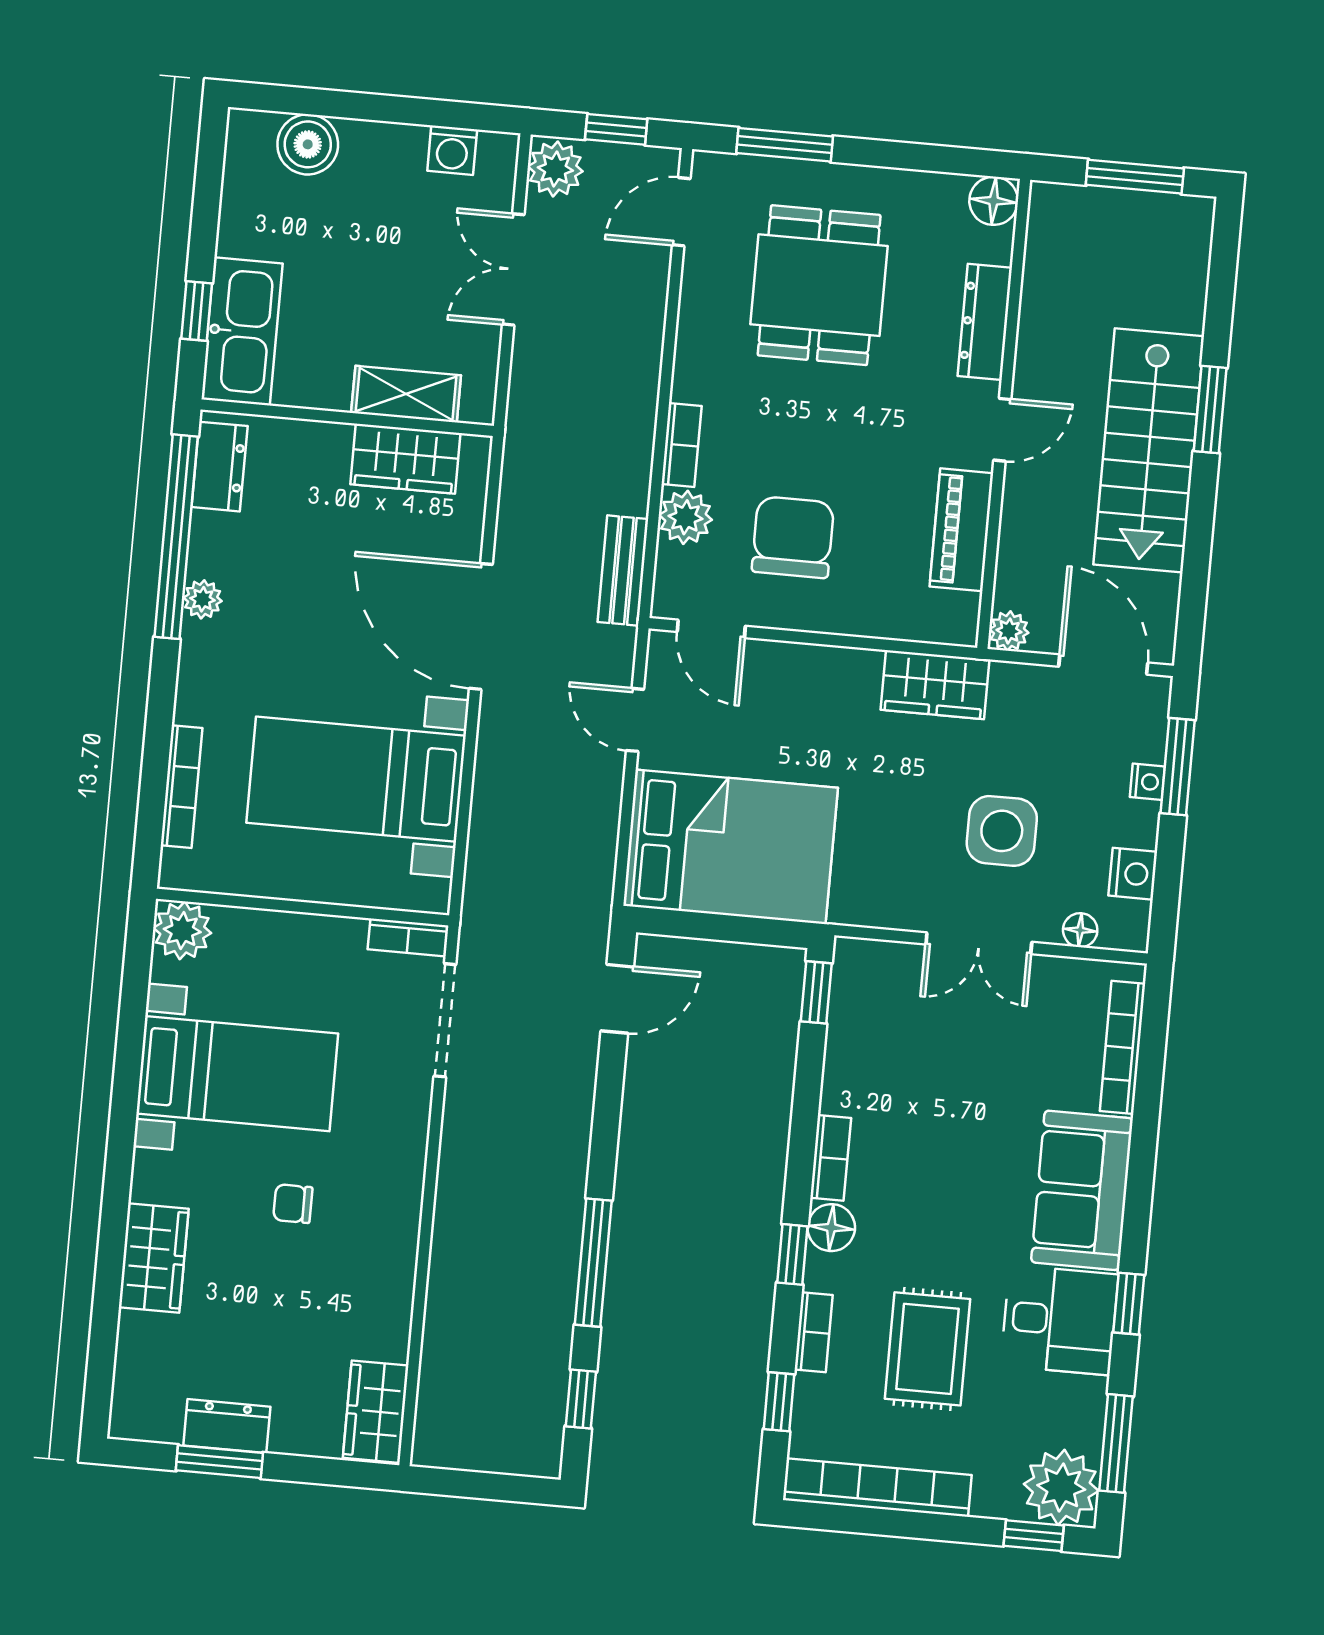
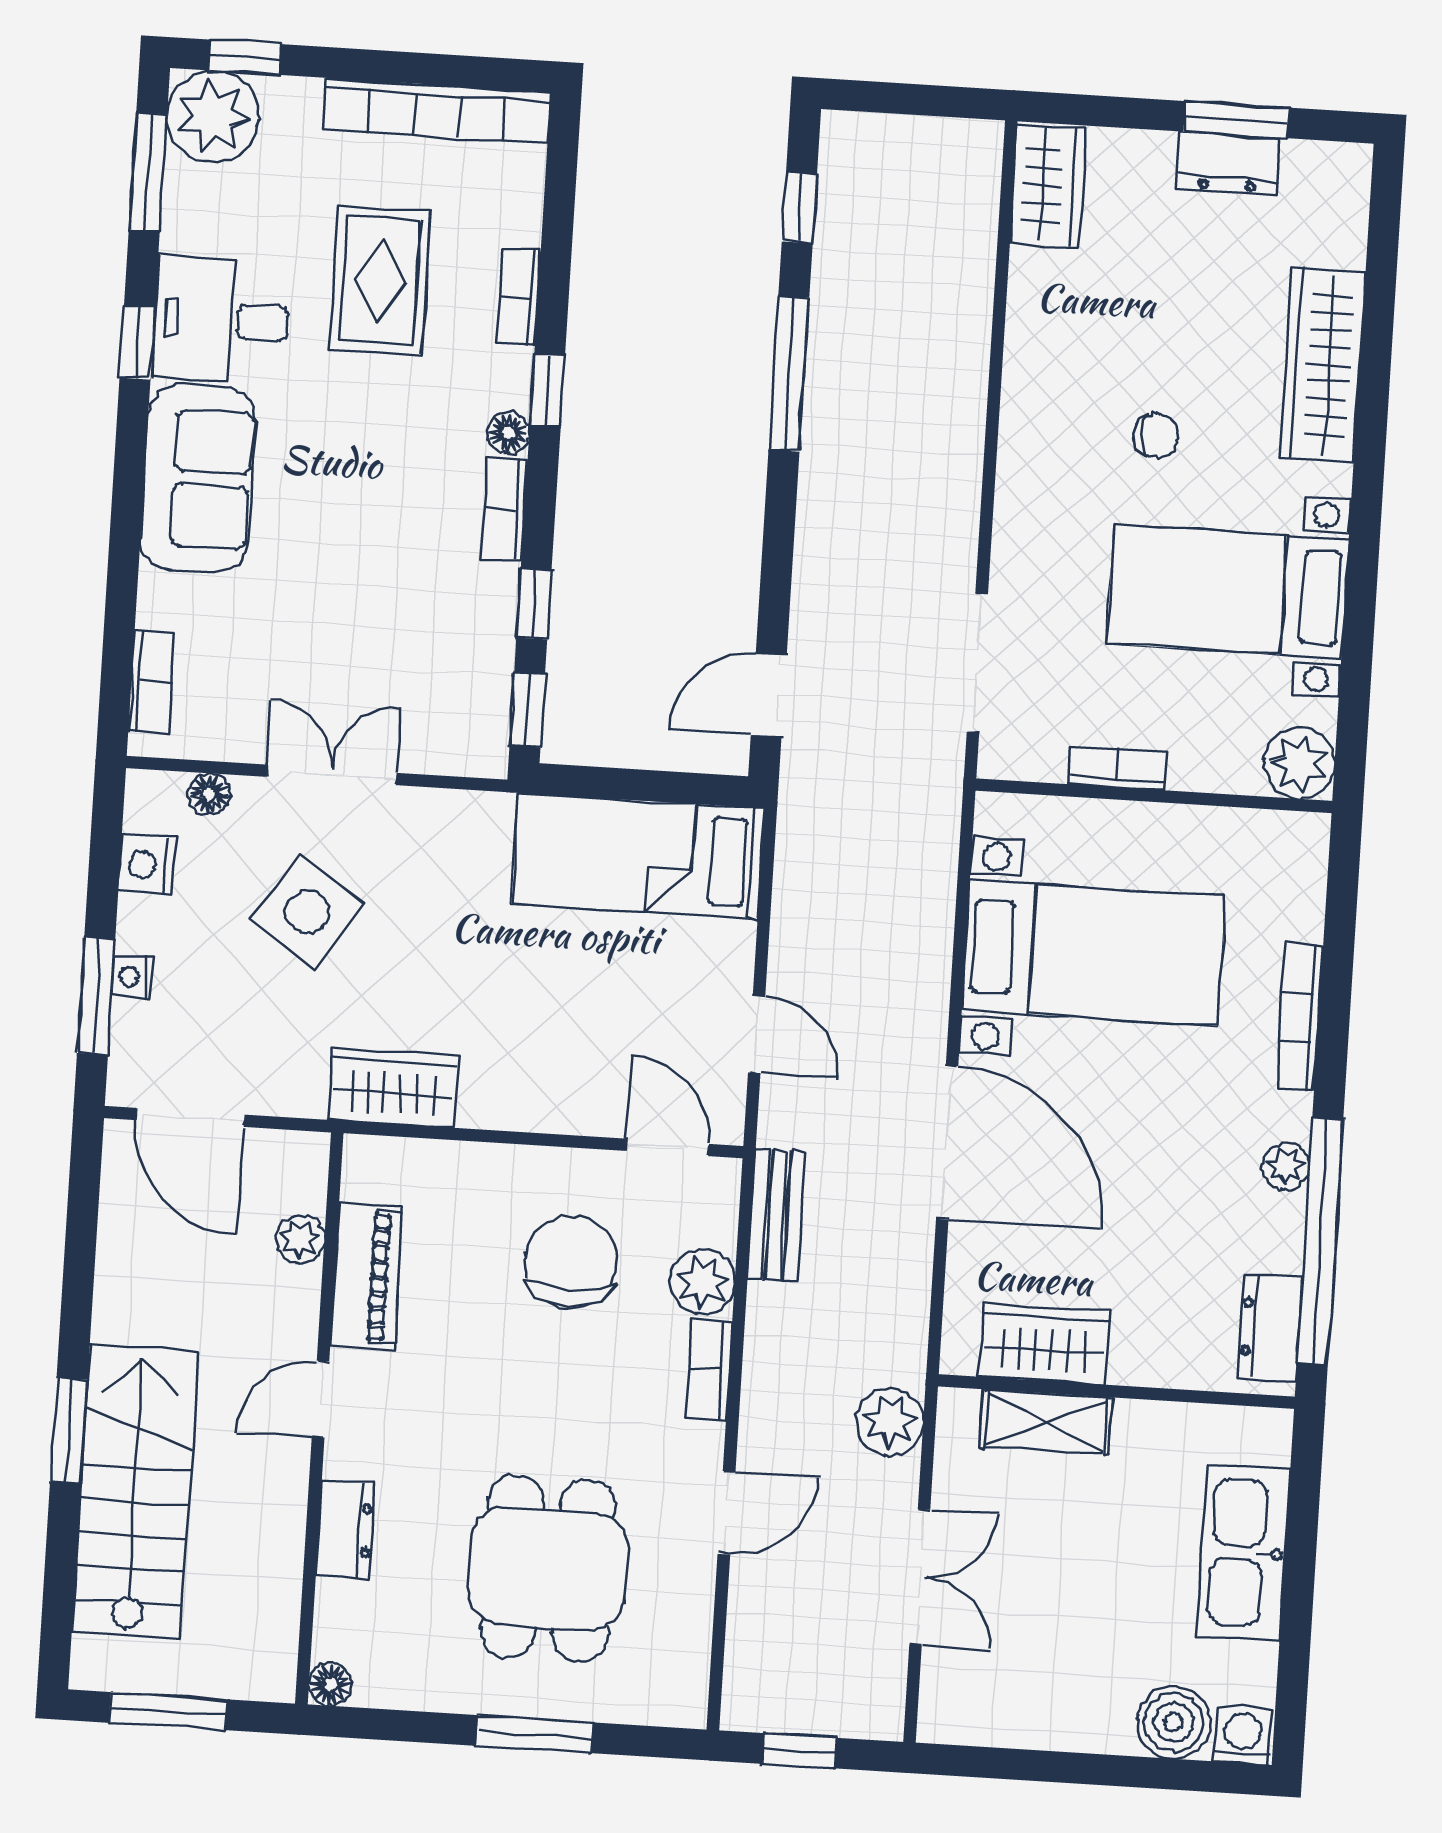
window: (785, 145) -> (534, 1734), moved
washing machine: (452, 150) -> (1242, 1735), moved
plant: (555, 169) -> (890, 1422), moved
floor lamp: (994, 201) -> (330, 1684), width x0.73, depth x0.73
door: (681, 212) -> (727, 1513), moved
window: (197, 311) -> (1303, 1516), removed
dresser: (985, 322) -> (345, 1530), width x0.70
kitchen sink: (242, 331) -> (1243, 1553), moved
stairs: (1149, 450) -> (135, 1492), moved
chair: (793, 537) -> (571, 1262), turned 180
plant: (1009, 631) -> (300, 1239), moved
bookcase: (182, 787) -> (1300, 1017), moved
side table: (1002, 831) -> (308, 912), turned 34
bed: (730, 847) -> (638, 856), width x0.67
bookcase: (408, 937) -> (1117, 768), moved
bookcase: (1122, 1047) -> (152, 682), width x0.64
floor lamp: (831, 1228) -> (508, 433), width x0.73, depth x0.73
wardrobe: (154, 1258) -> (1323, 365), width x1.50
window: (779, 1402) -> (534, 604), moved

